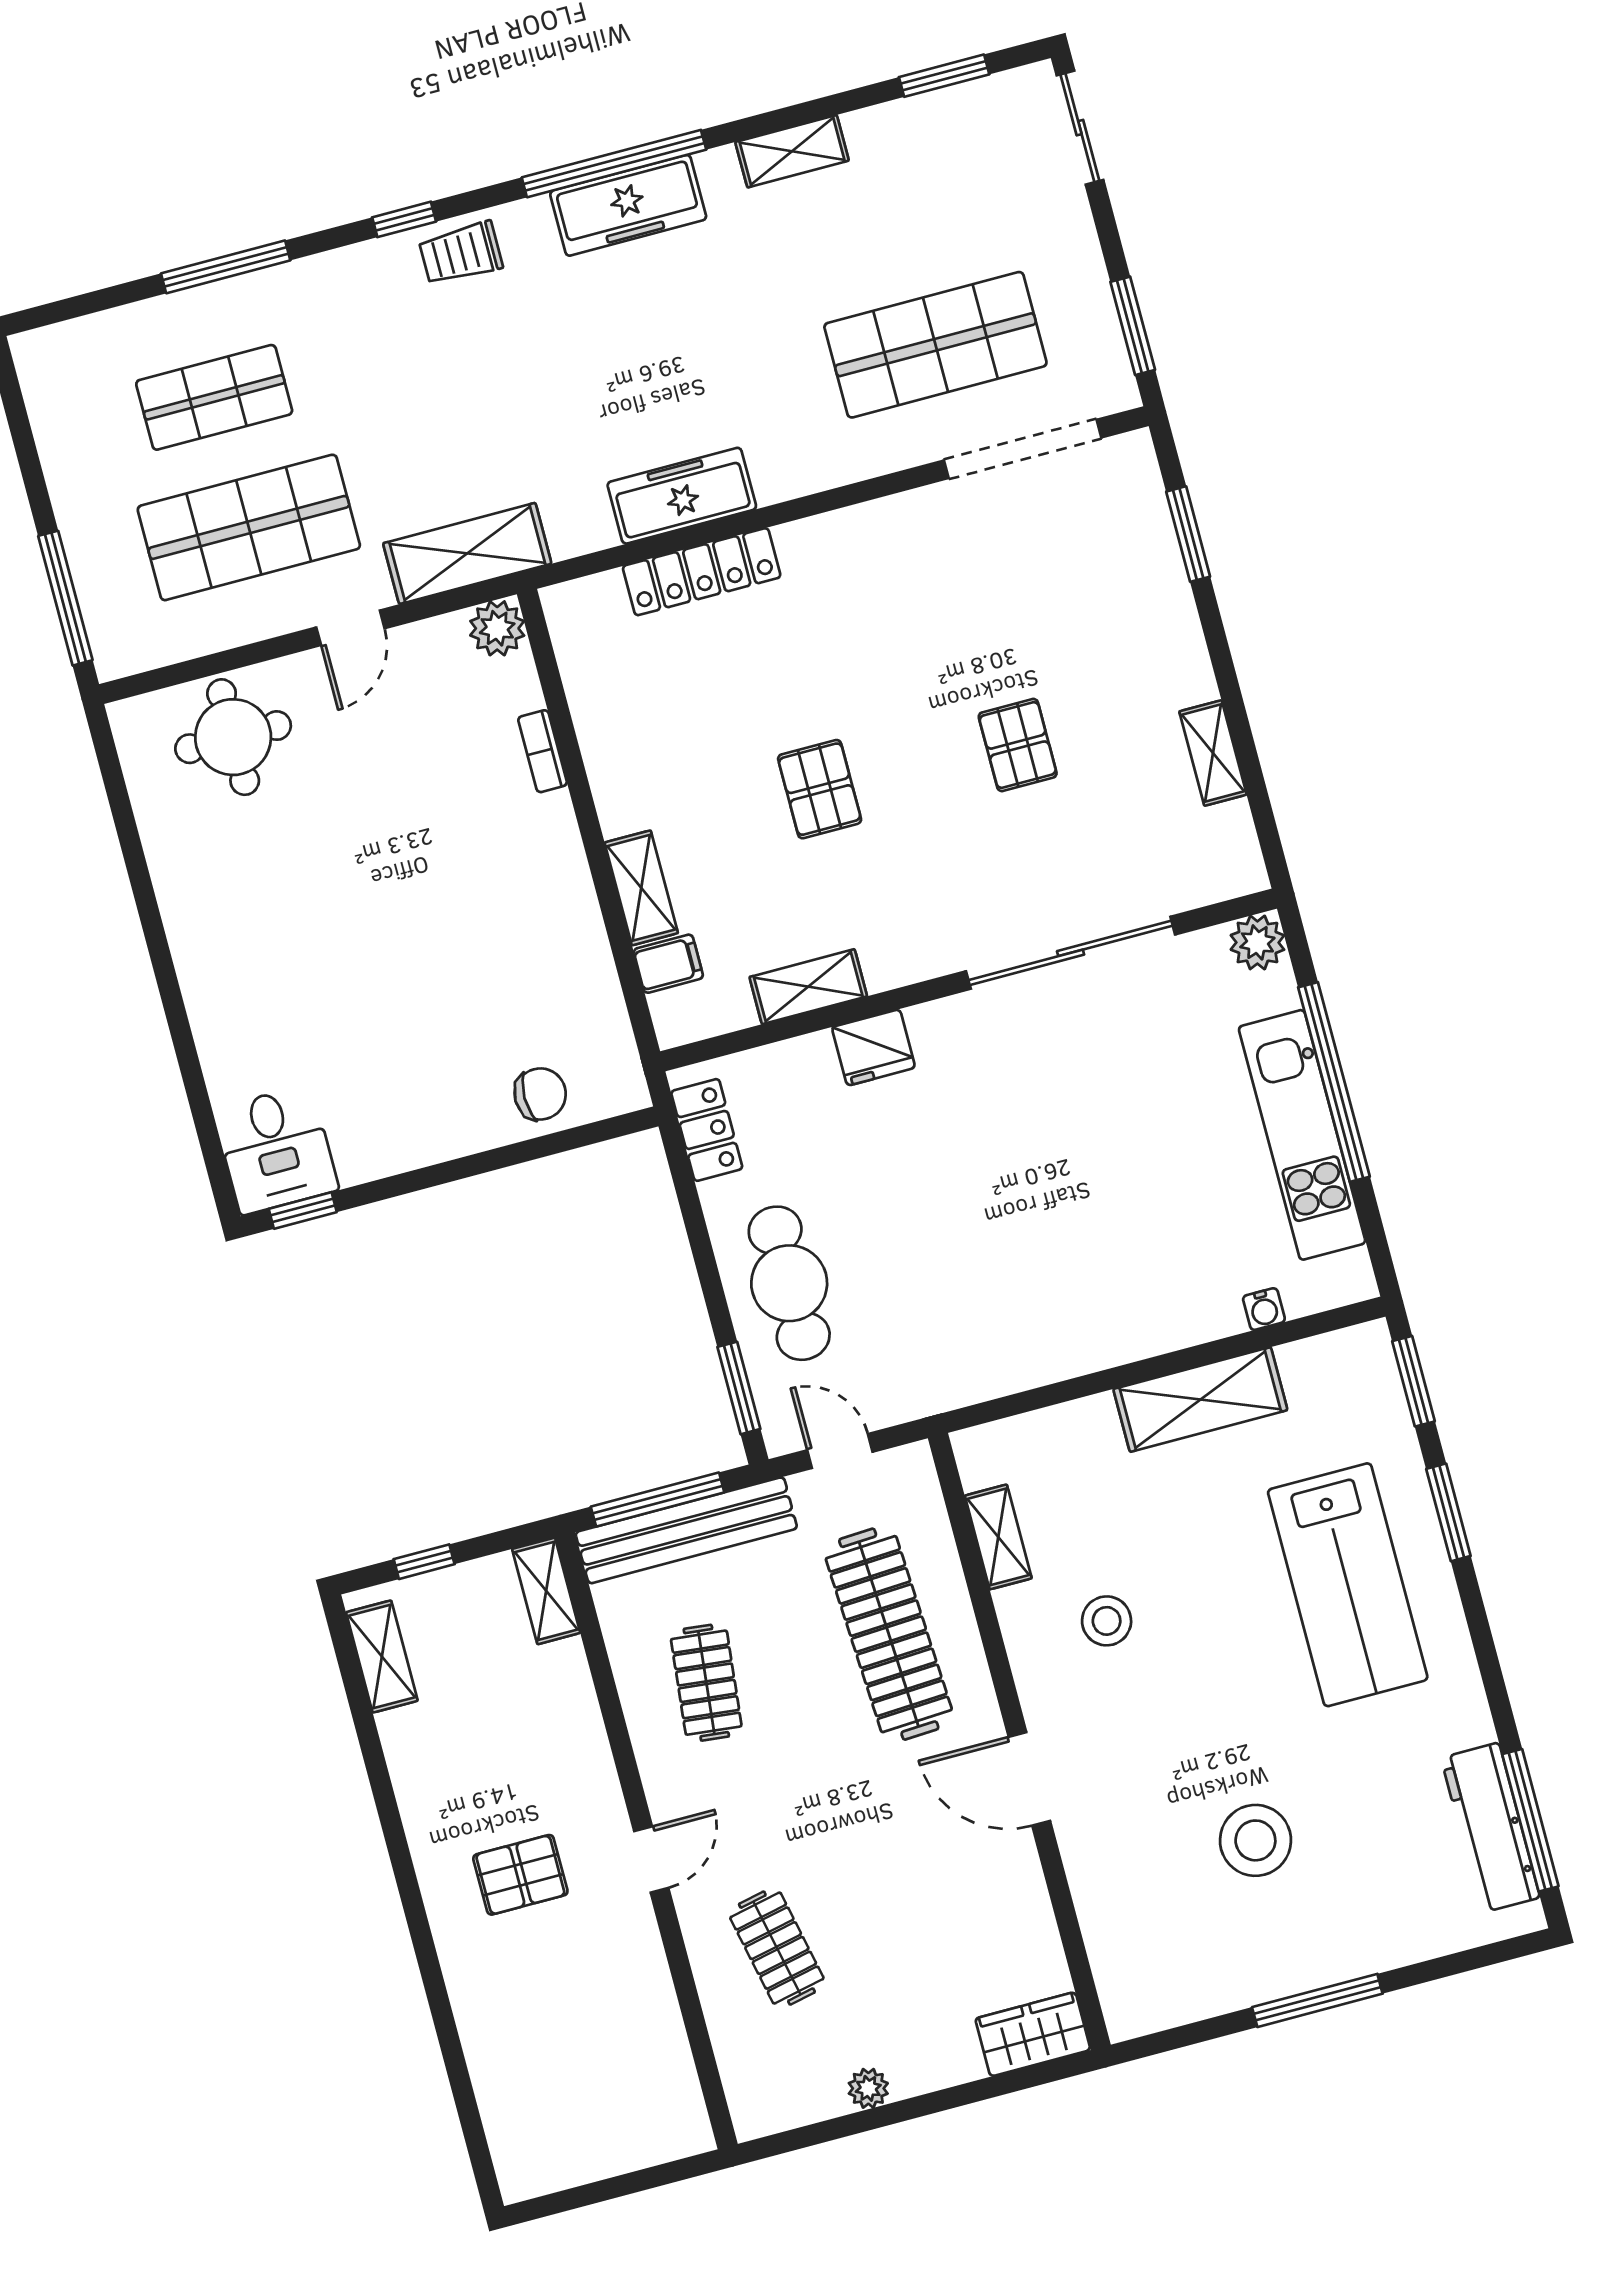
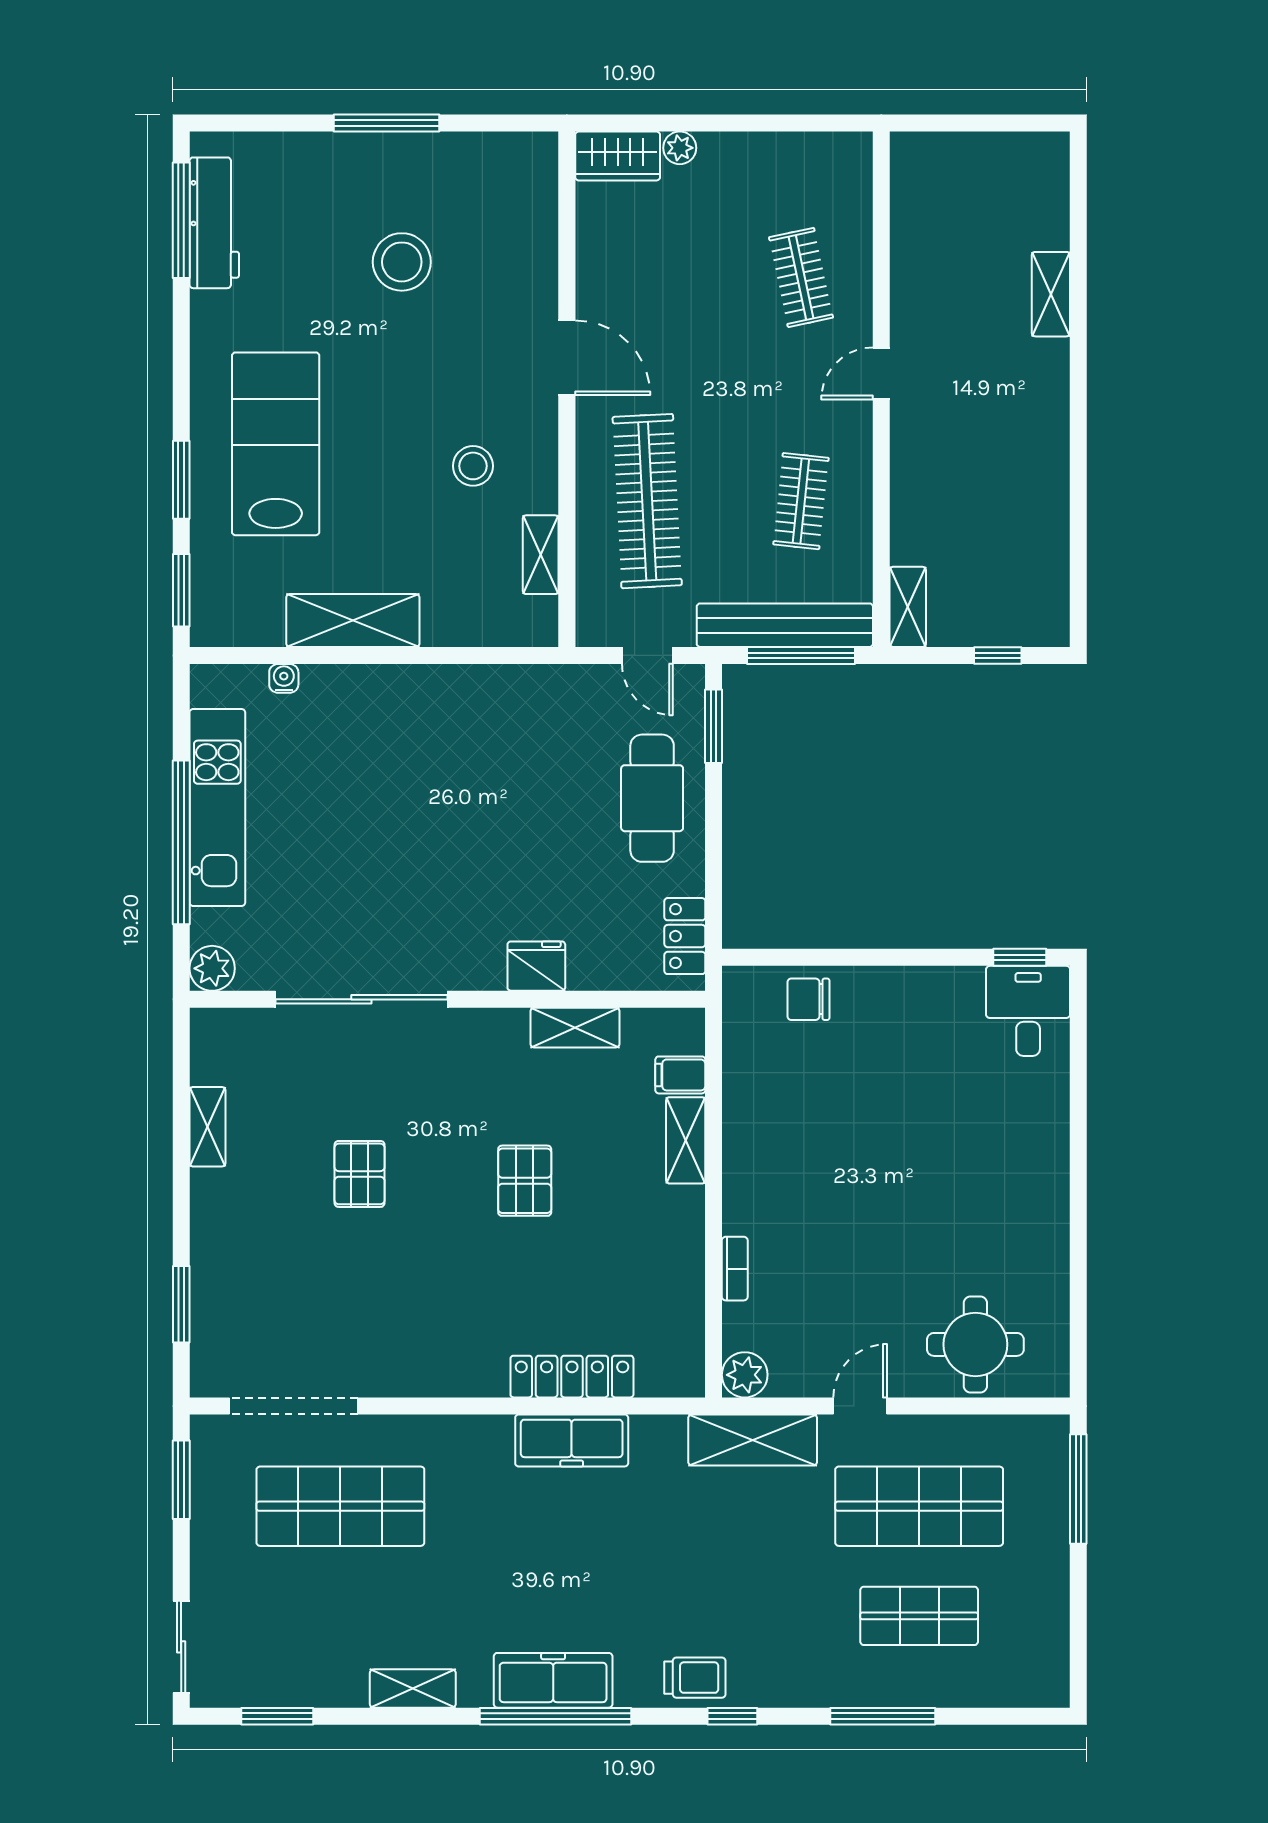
shelving: (382, 1657) -> (1051, 294), moved
pallet: (520, 1875) -> (988, 389), removed
plant: (868, 2088) -> (680, 148), moved

